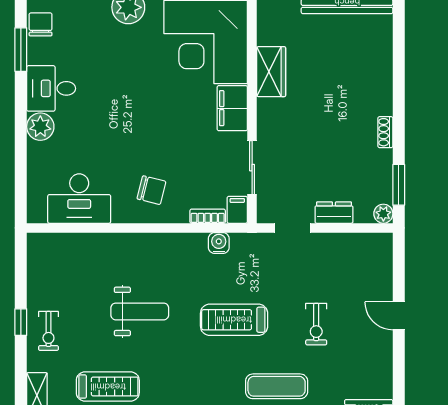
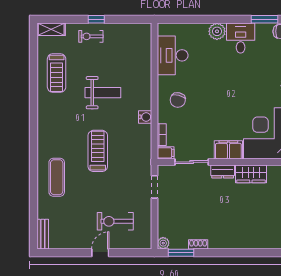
shoe rack: (385, 132) -> (198, 244), moved
dresser: (334, 213) -> (223, 172), moved, turned 90
water cooler: (219, 243) -> (145, 117), moved
weight bench: (140, 311) -> (103, 93), turned -90
exercise bike: (316, 324) -> (115, 221), moved, width x1.38, depth x1.39

